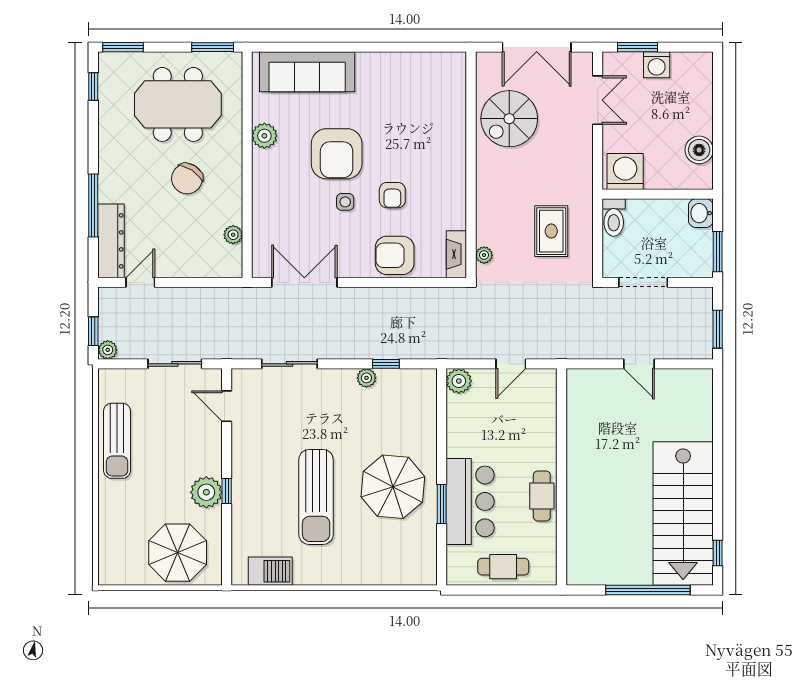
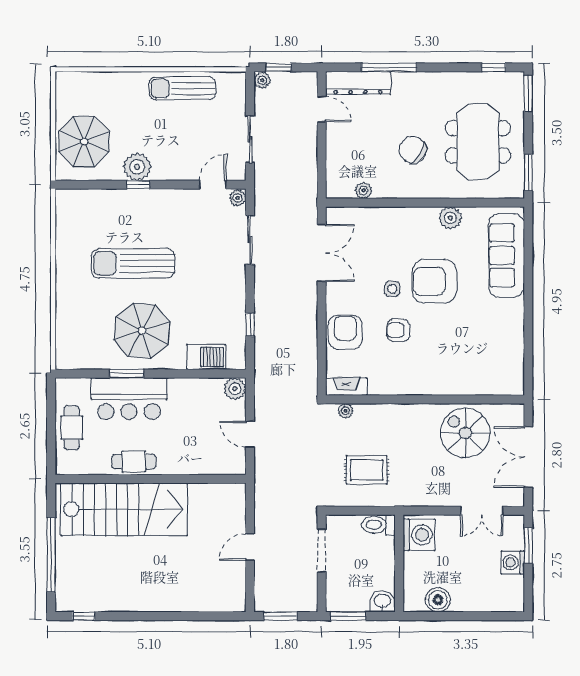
plant: (366, 378) -> (238, 198), moved
stairs: (683, 514) -> (124, 509), moved, turned 180
barbecue: (270, 571) -> (206, 357), moved, turned -90

